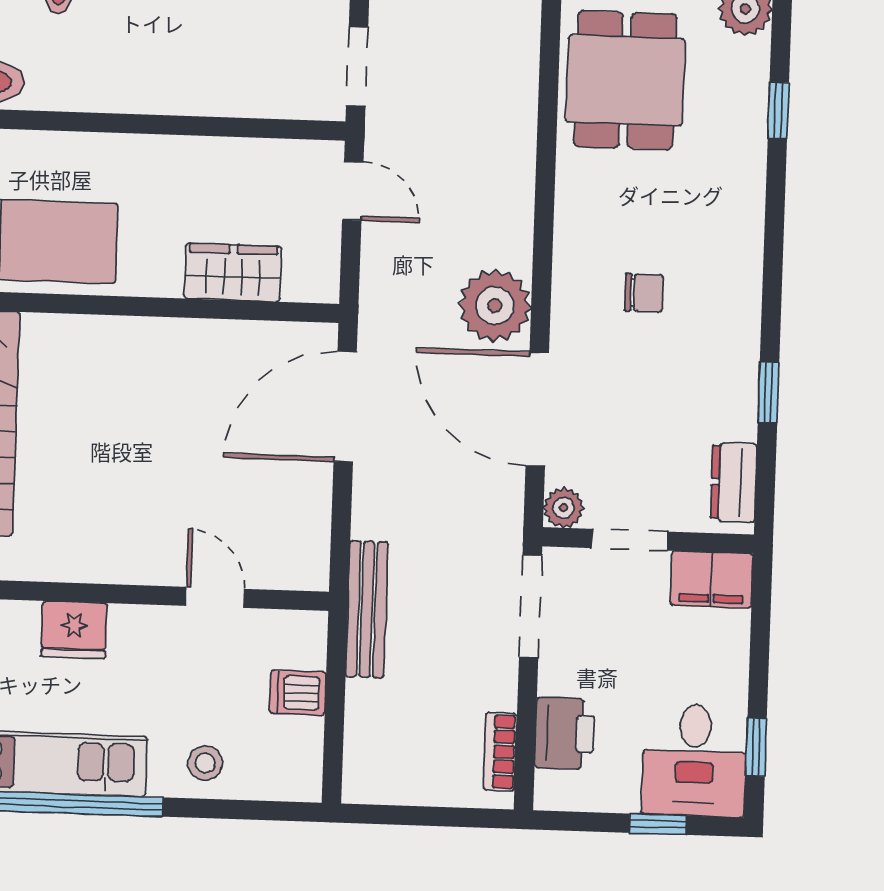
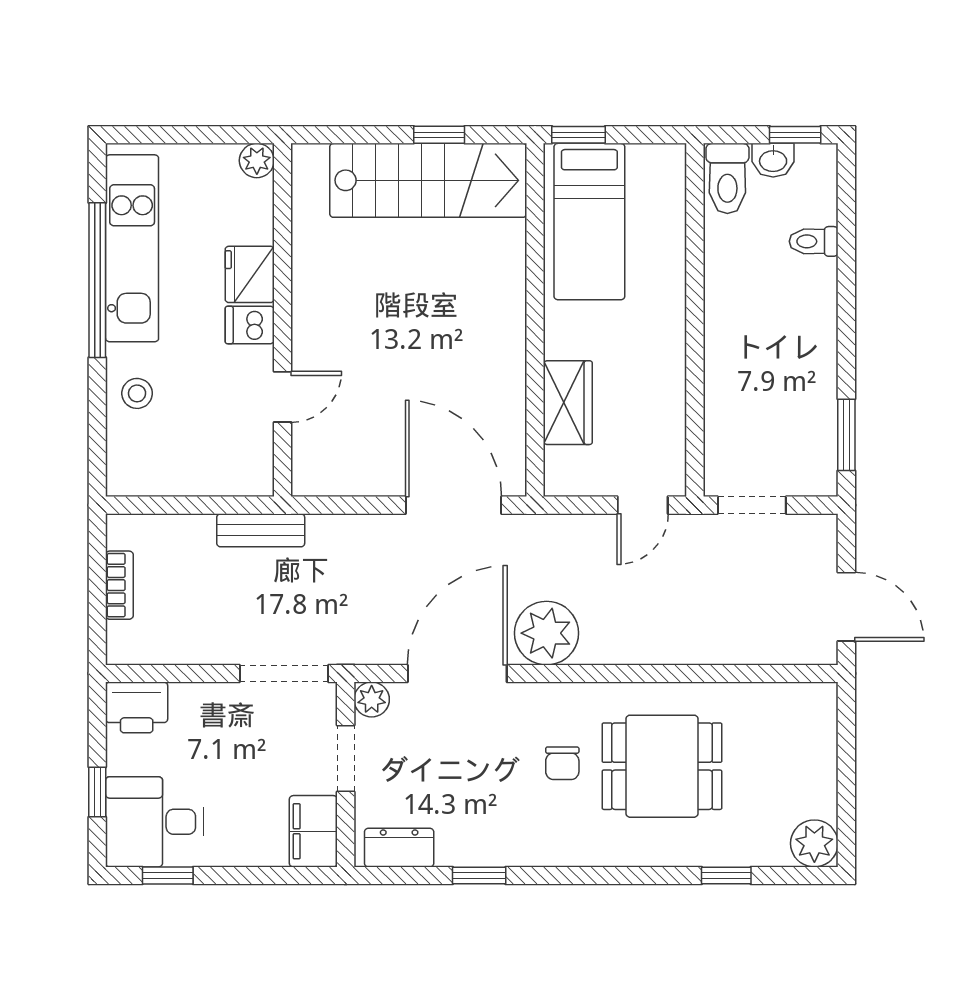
dining table: (625, 80) -> (662, 766), moved
bench: (367, 609) -> (261, 530), width x0.73
dishwasher: (298, 693) -> (250, 325), moved, turned -90
printer: (565, 733) -> (137, 707), moved
bookcase: (500, 752) -> (119, 585), moved, turned 90

